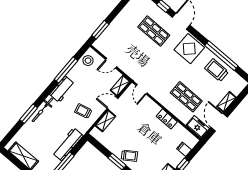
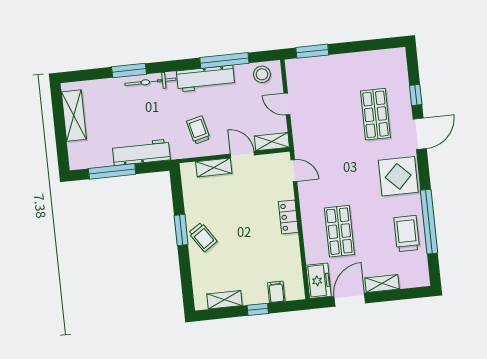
workbench: (62, 89) -> (206, 78), width x1.38
door: (142, 89) -> (294, 171), swing flipped
locker: (167, 119) -> (288, 217), moved

